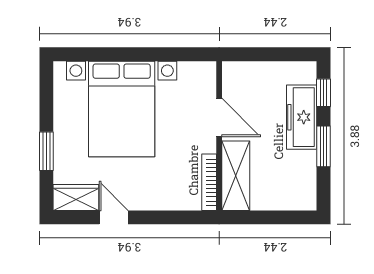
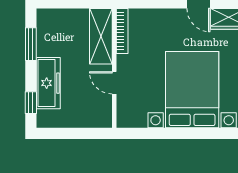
door: (219, 117) -> (114, 83), width x0.73
window: (323, 146) -> (31, 44), moved

